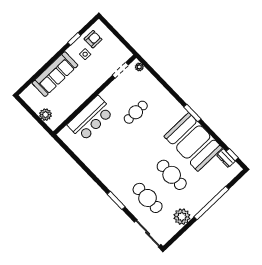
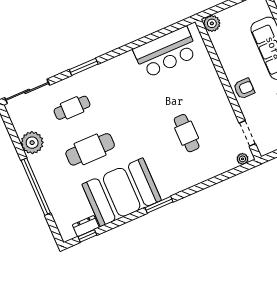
armchair: (90, 84) -> (244, 89), added
plant: (45, 115) -> (212, 23), moved
bar counter: (91, 119) -> (166, 52), moved, turned -90
cafe table: (148, 198) -> (72, 108), width x0.73, depth x0.74

